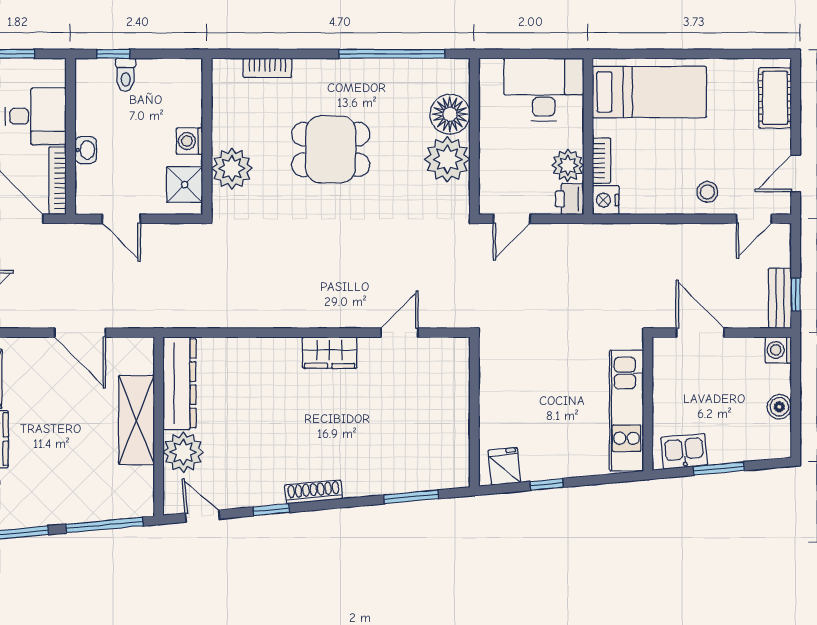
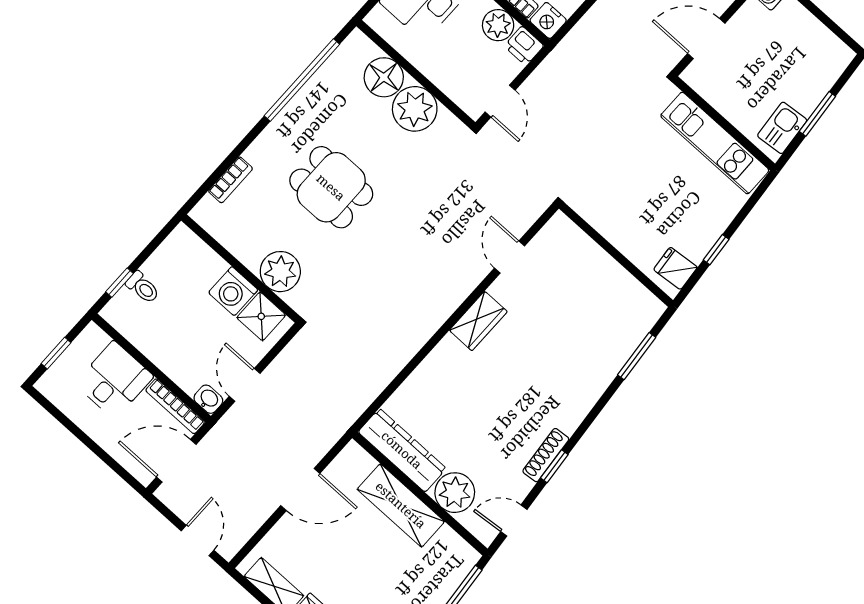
washing machine: (190, 141) -> (233, 291), width x1.38, depth x1.38
dining table: (331, 149) -> (331, 187), turned 90
washbasin: (86, 150) -> (208, 399), moved
door: (121, 219) -> (245, 385), swing flipped
boiler: (779, 407) -> (812, 29), removed
shoe rack: (314, 492) -> (546, 455), moved

